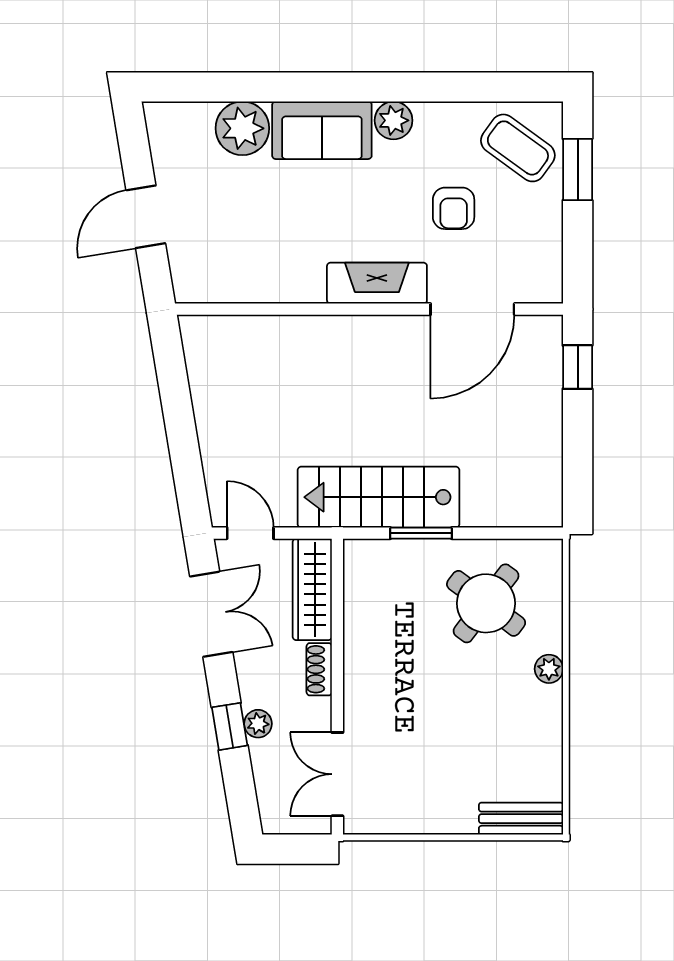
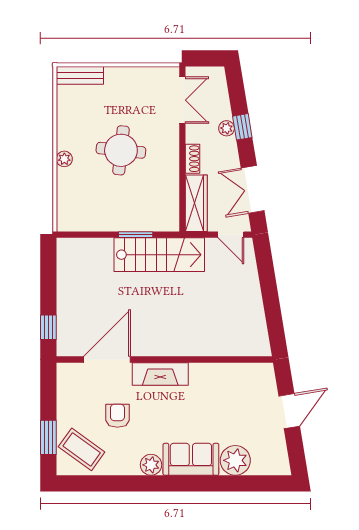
round table: (486, 603) -> (121, 150), moved, turned -31

